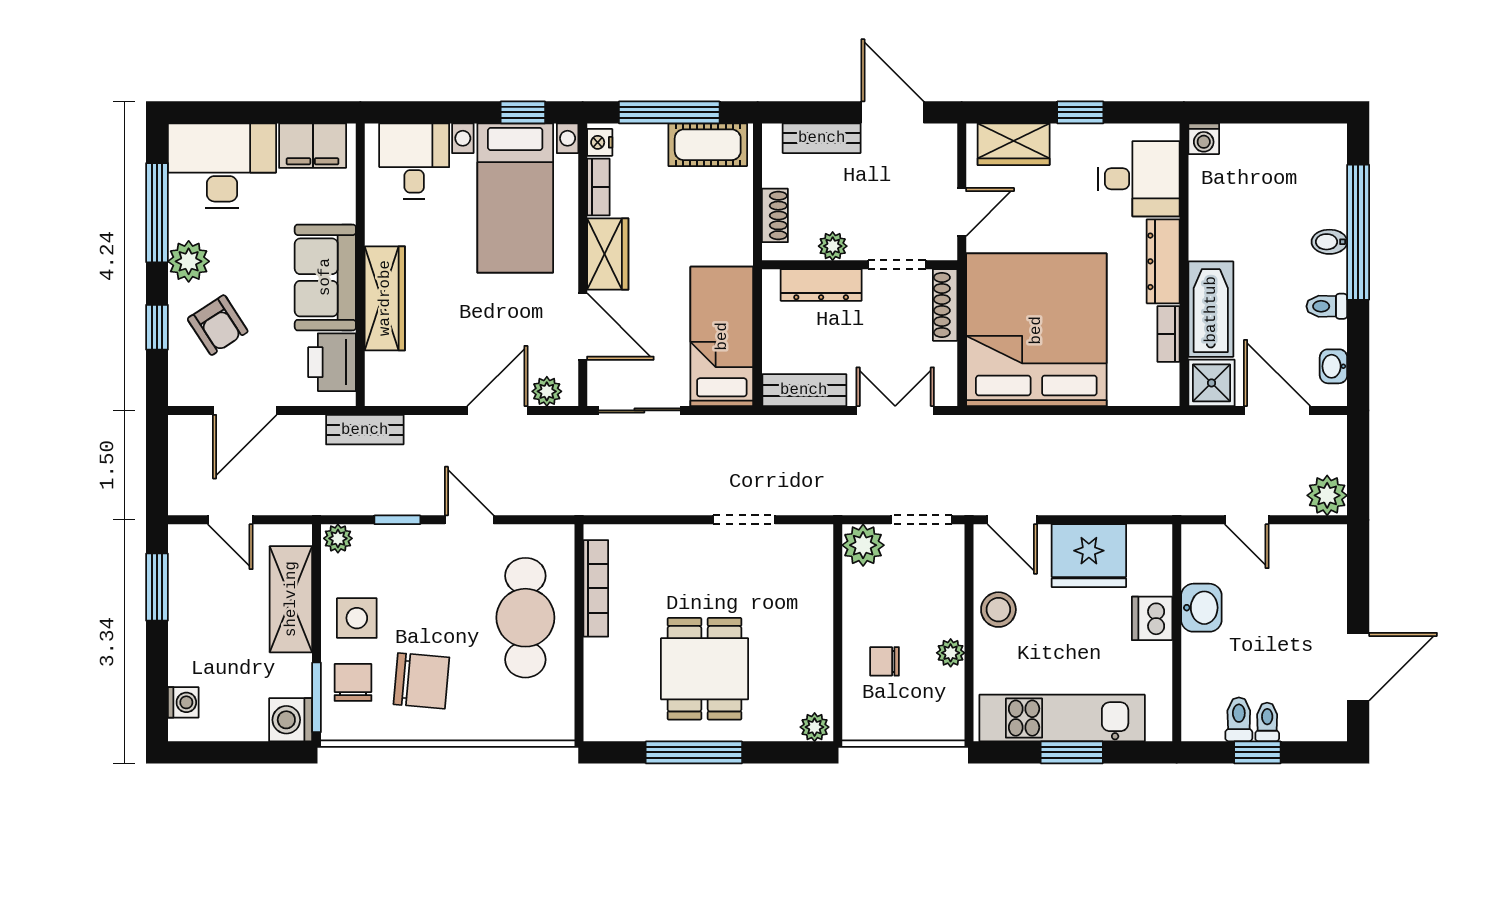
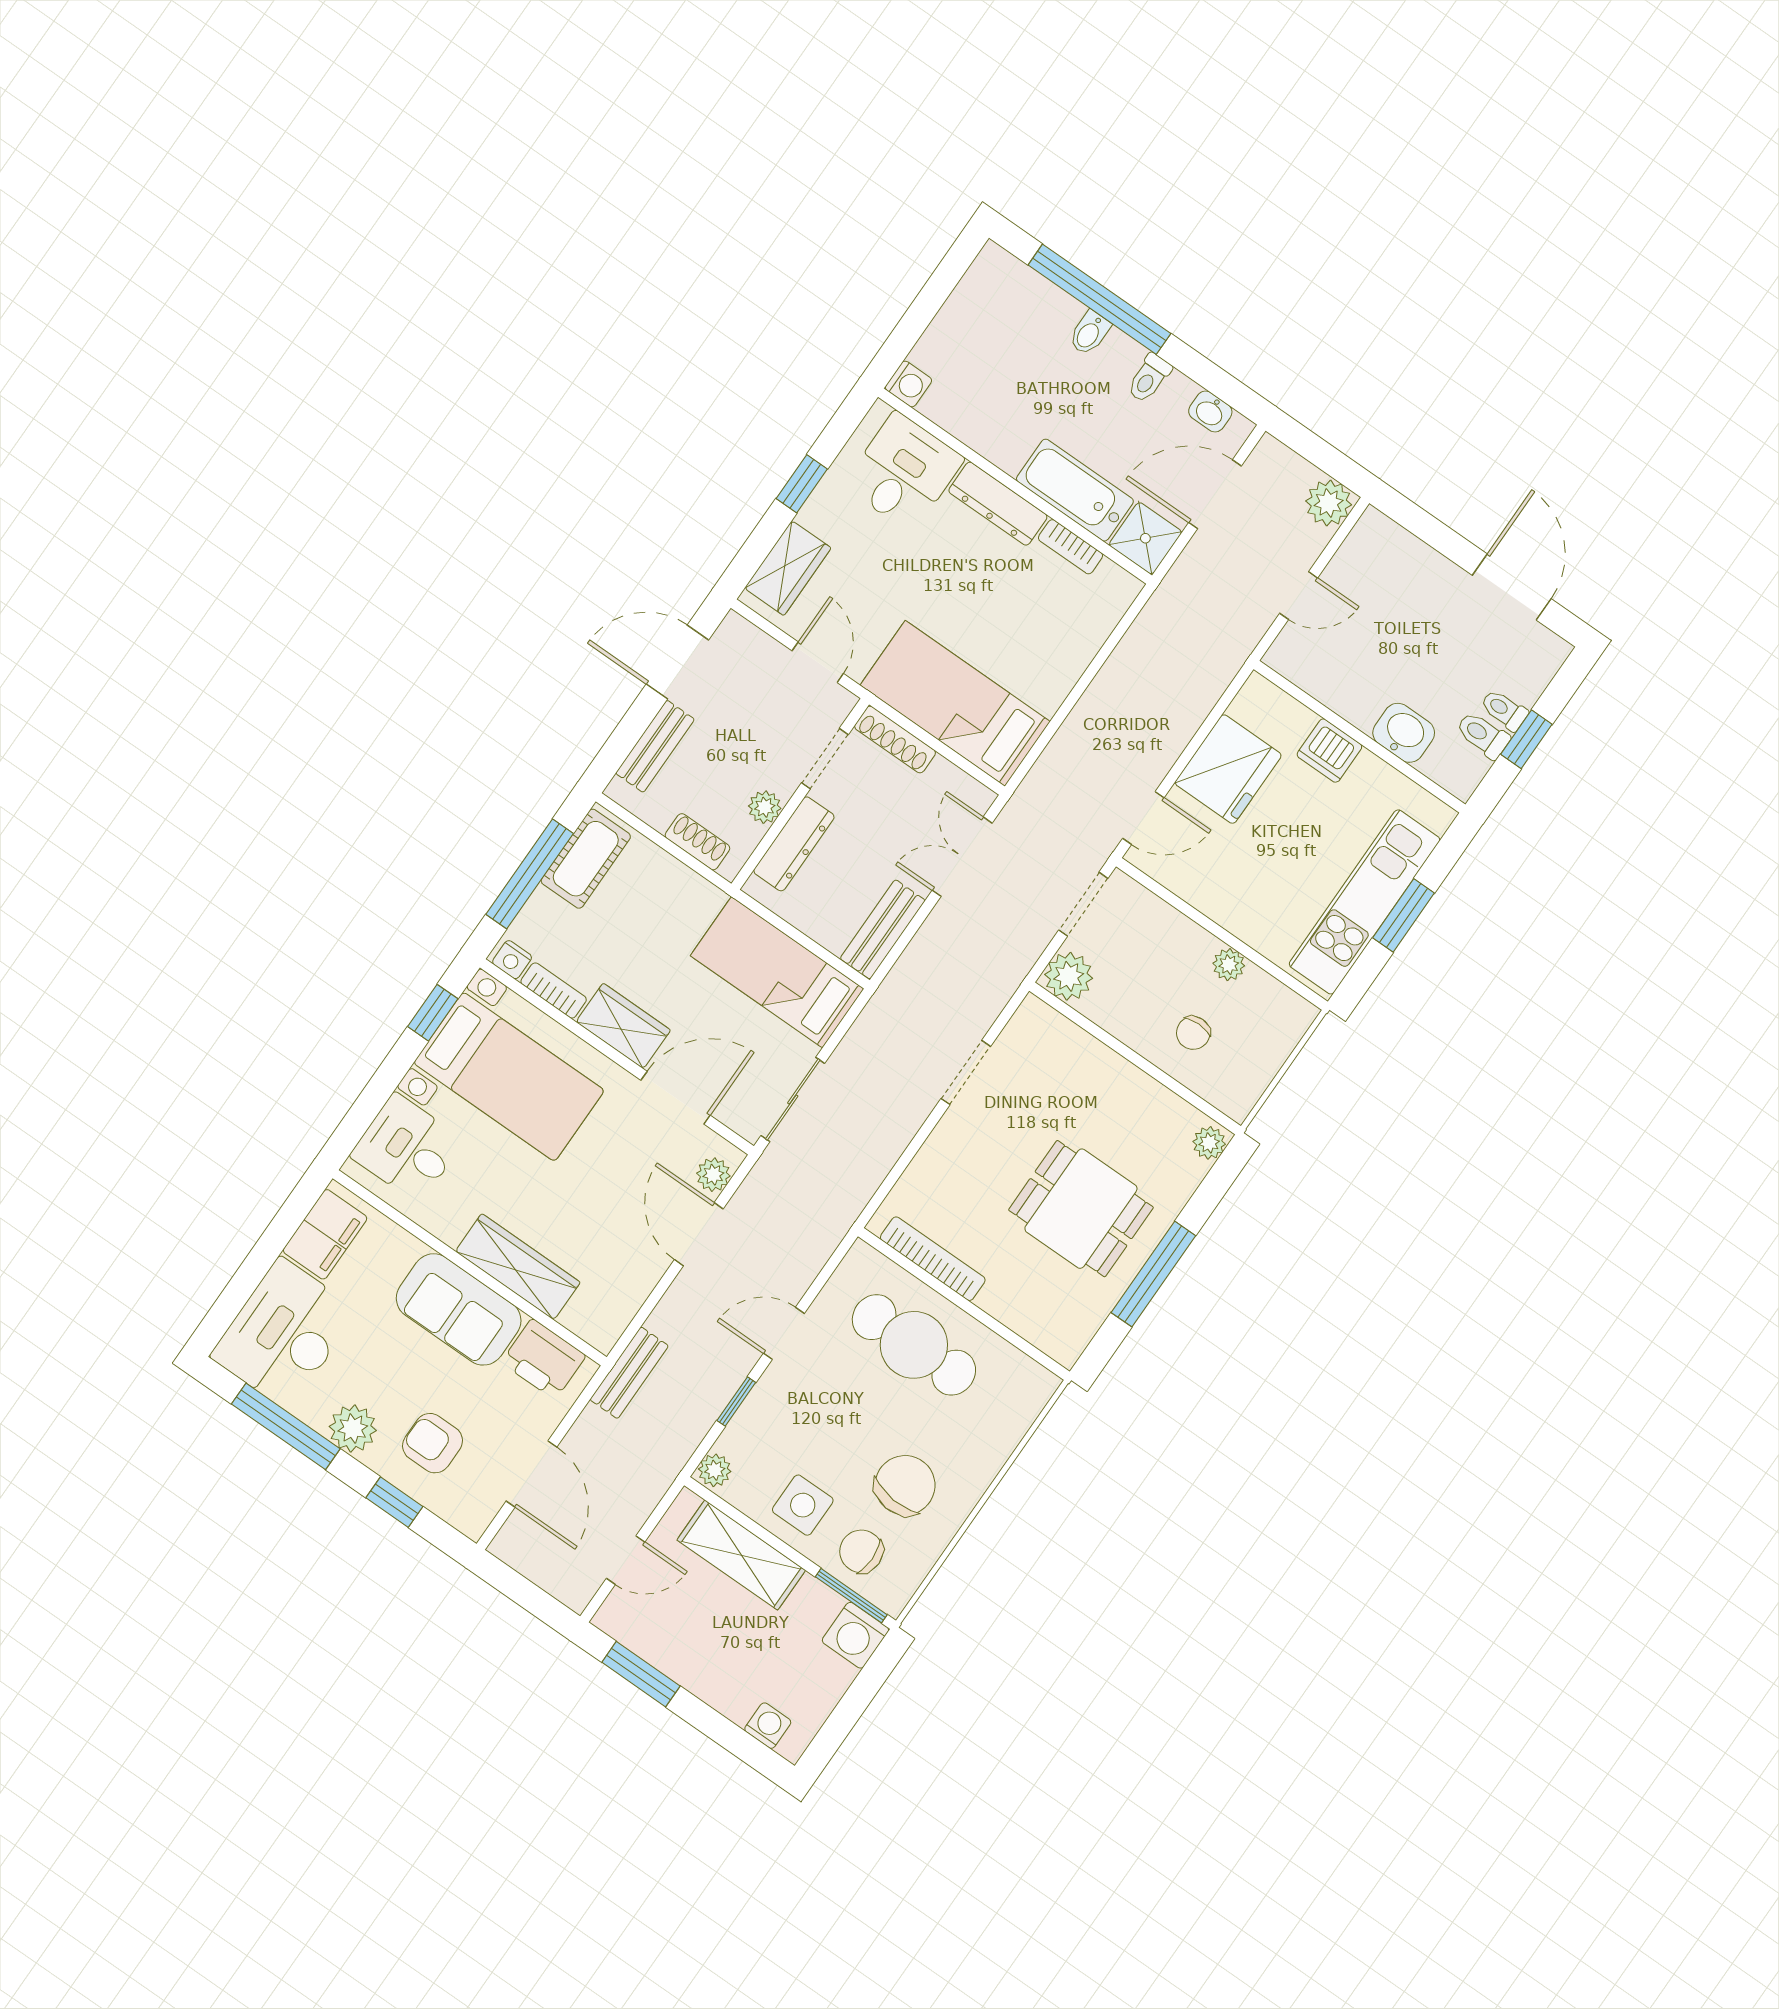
armchair: (218, 325) -> (433, 1443), turned -147
bed: (1036, 330) -> (955, 703), width x0.49
washbasin: (1201, 608) -> (1404, 733), moved
stool: (998, 610) -> (1219, 891), removed

